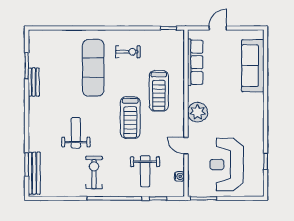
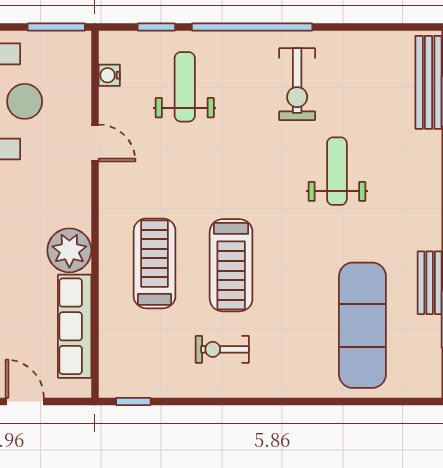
door: (218, 28) -> (25, 401), swing flipped
exercise mat: (93, 68) -> (362, 325), moved
plant: (198, 112) -> (69, 250), moved
treadmill: (130, 118) -> (231, 265), moved, turned 180
weight bench: (76, 133) -> (337, 171), turned 180

